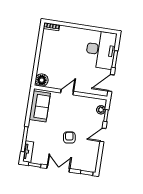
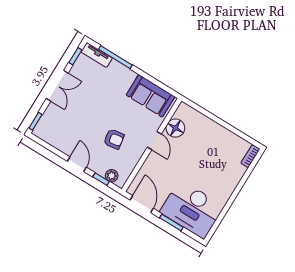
floor lamp: (42, 80) -> (175, 128), moved
armchair: (69, 137) -> (114, 139), moved

